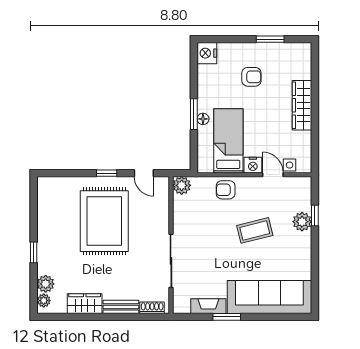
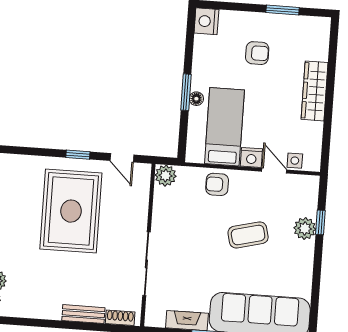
wardrobe: (85, 304) -> (41, 307), removed

